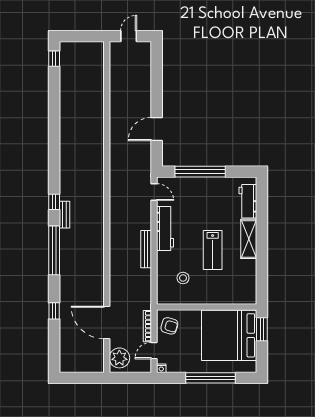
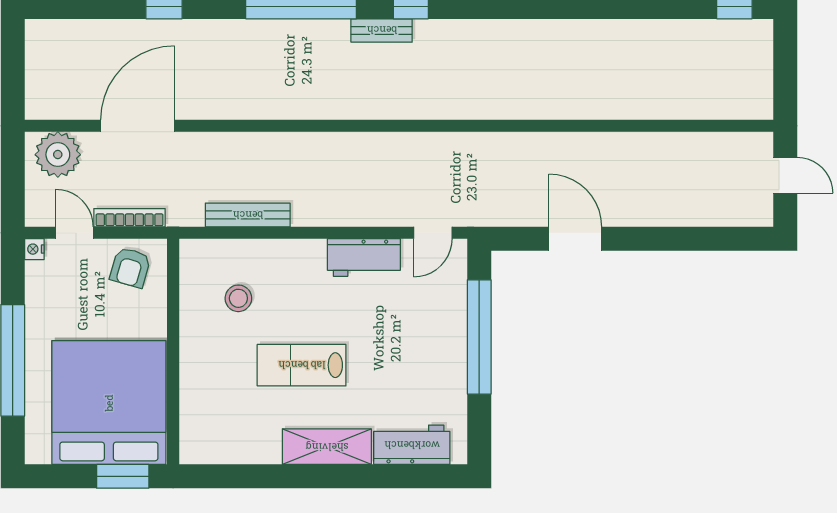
workbench: (165, 229) -> (364, 257), width x0.73
bench: (146, 249) -> (248, 215), moved

